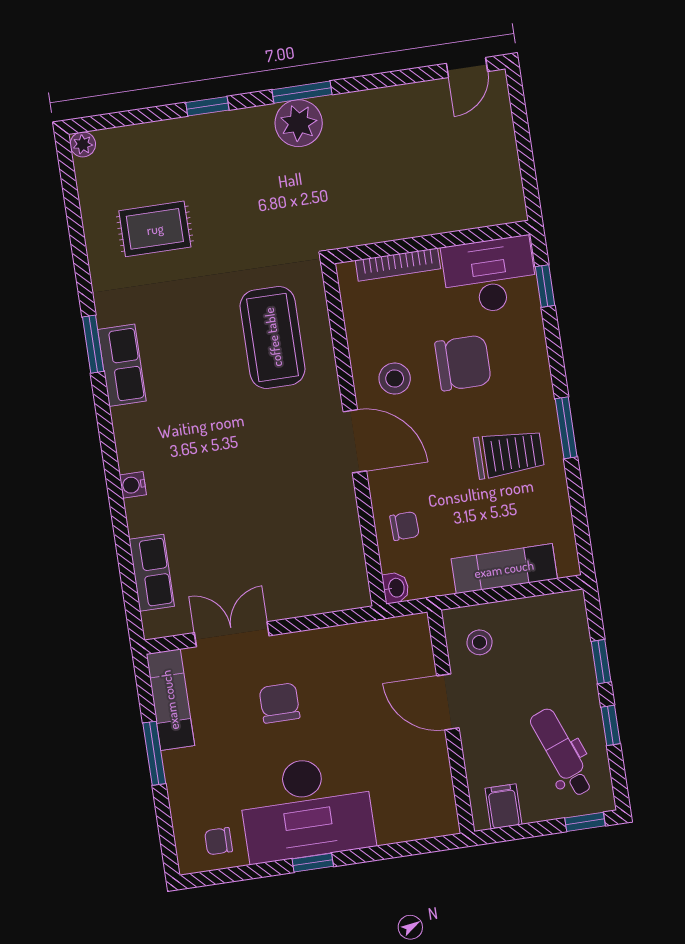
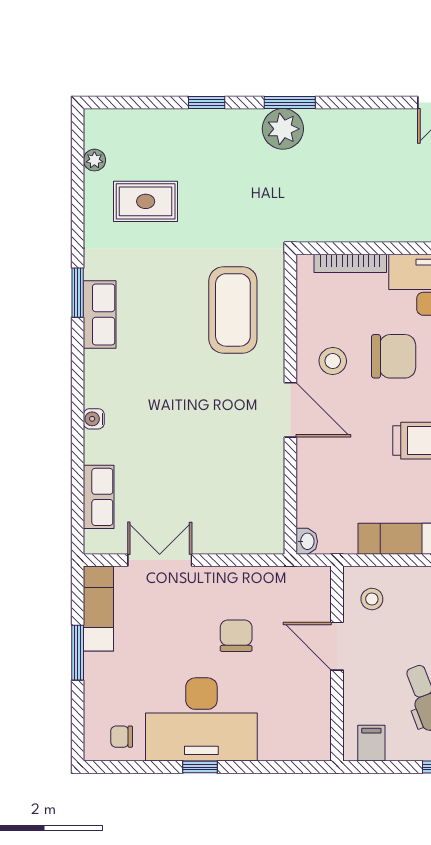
plant: (83, 144) -> (94, 160), moved
chair: (405, 526) -> (322, 489), removed
chair: (280, 703) -> (236, 636), moved

